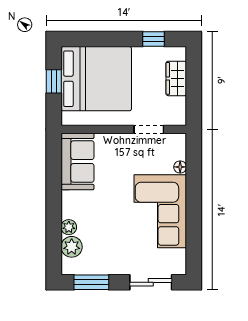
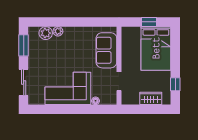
bed: (96, 79) -> (156, 48), width x0.73
sofa: (78, 161) -> (106, 50), moved, turned 90

